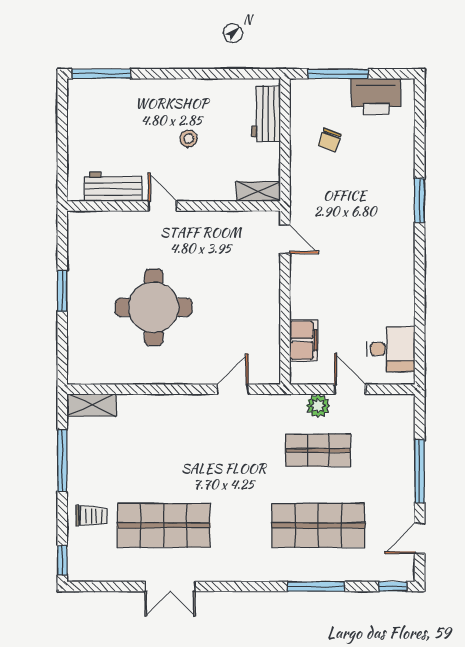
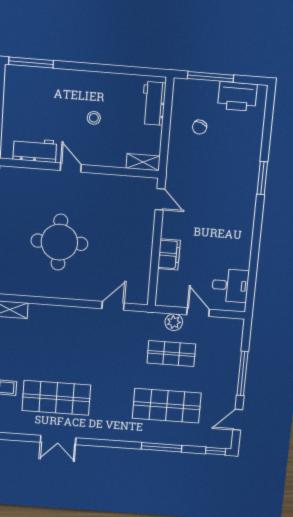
filing cabinet: (303, 340) -> (169, 254), moved

